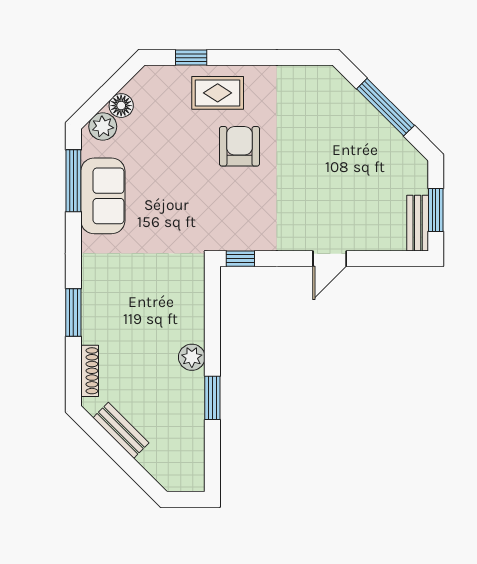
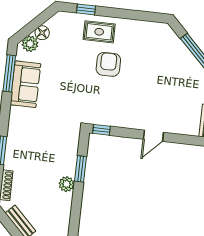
window: (212, 398) -> (80, 169), moved

